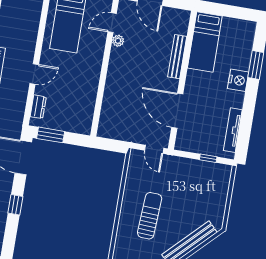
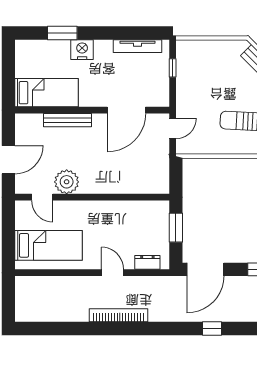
plant: (118, 41) -> (67, 182), width x1.88, depth x1.88
window: (51, 135) -> (176, 228), moved

